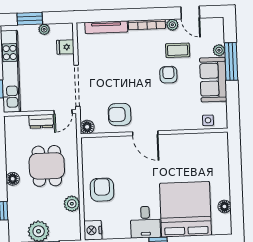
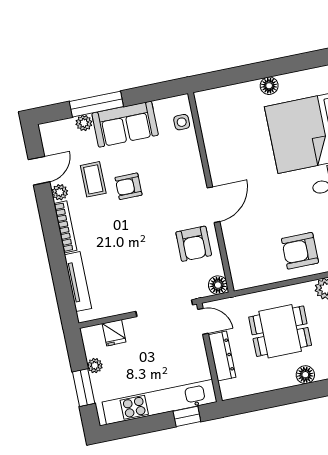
dresser: (41, 121) -> (222, 356), width x1.44
floor lamp: (224, 207) -> (269, 86), moved

